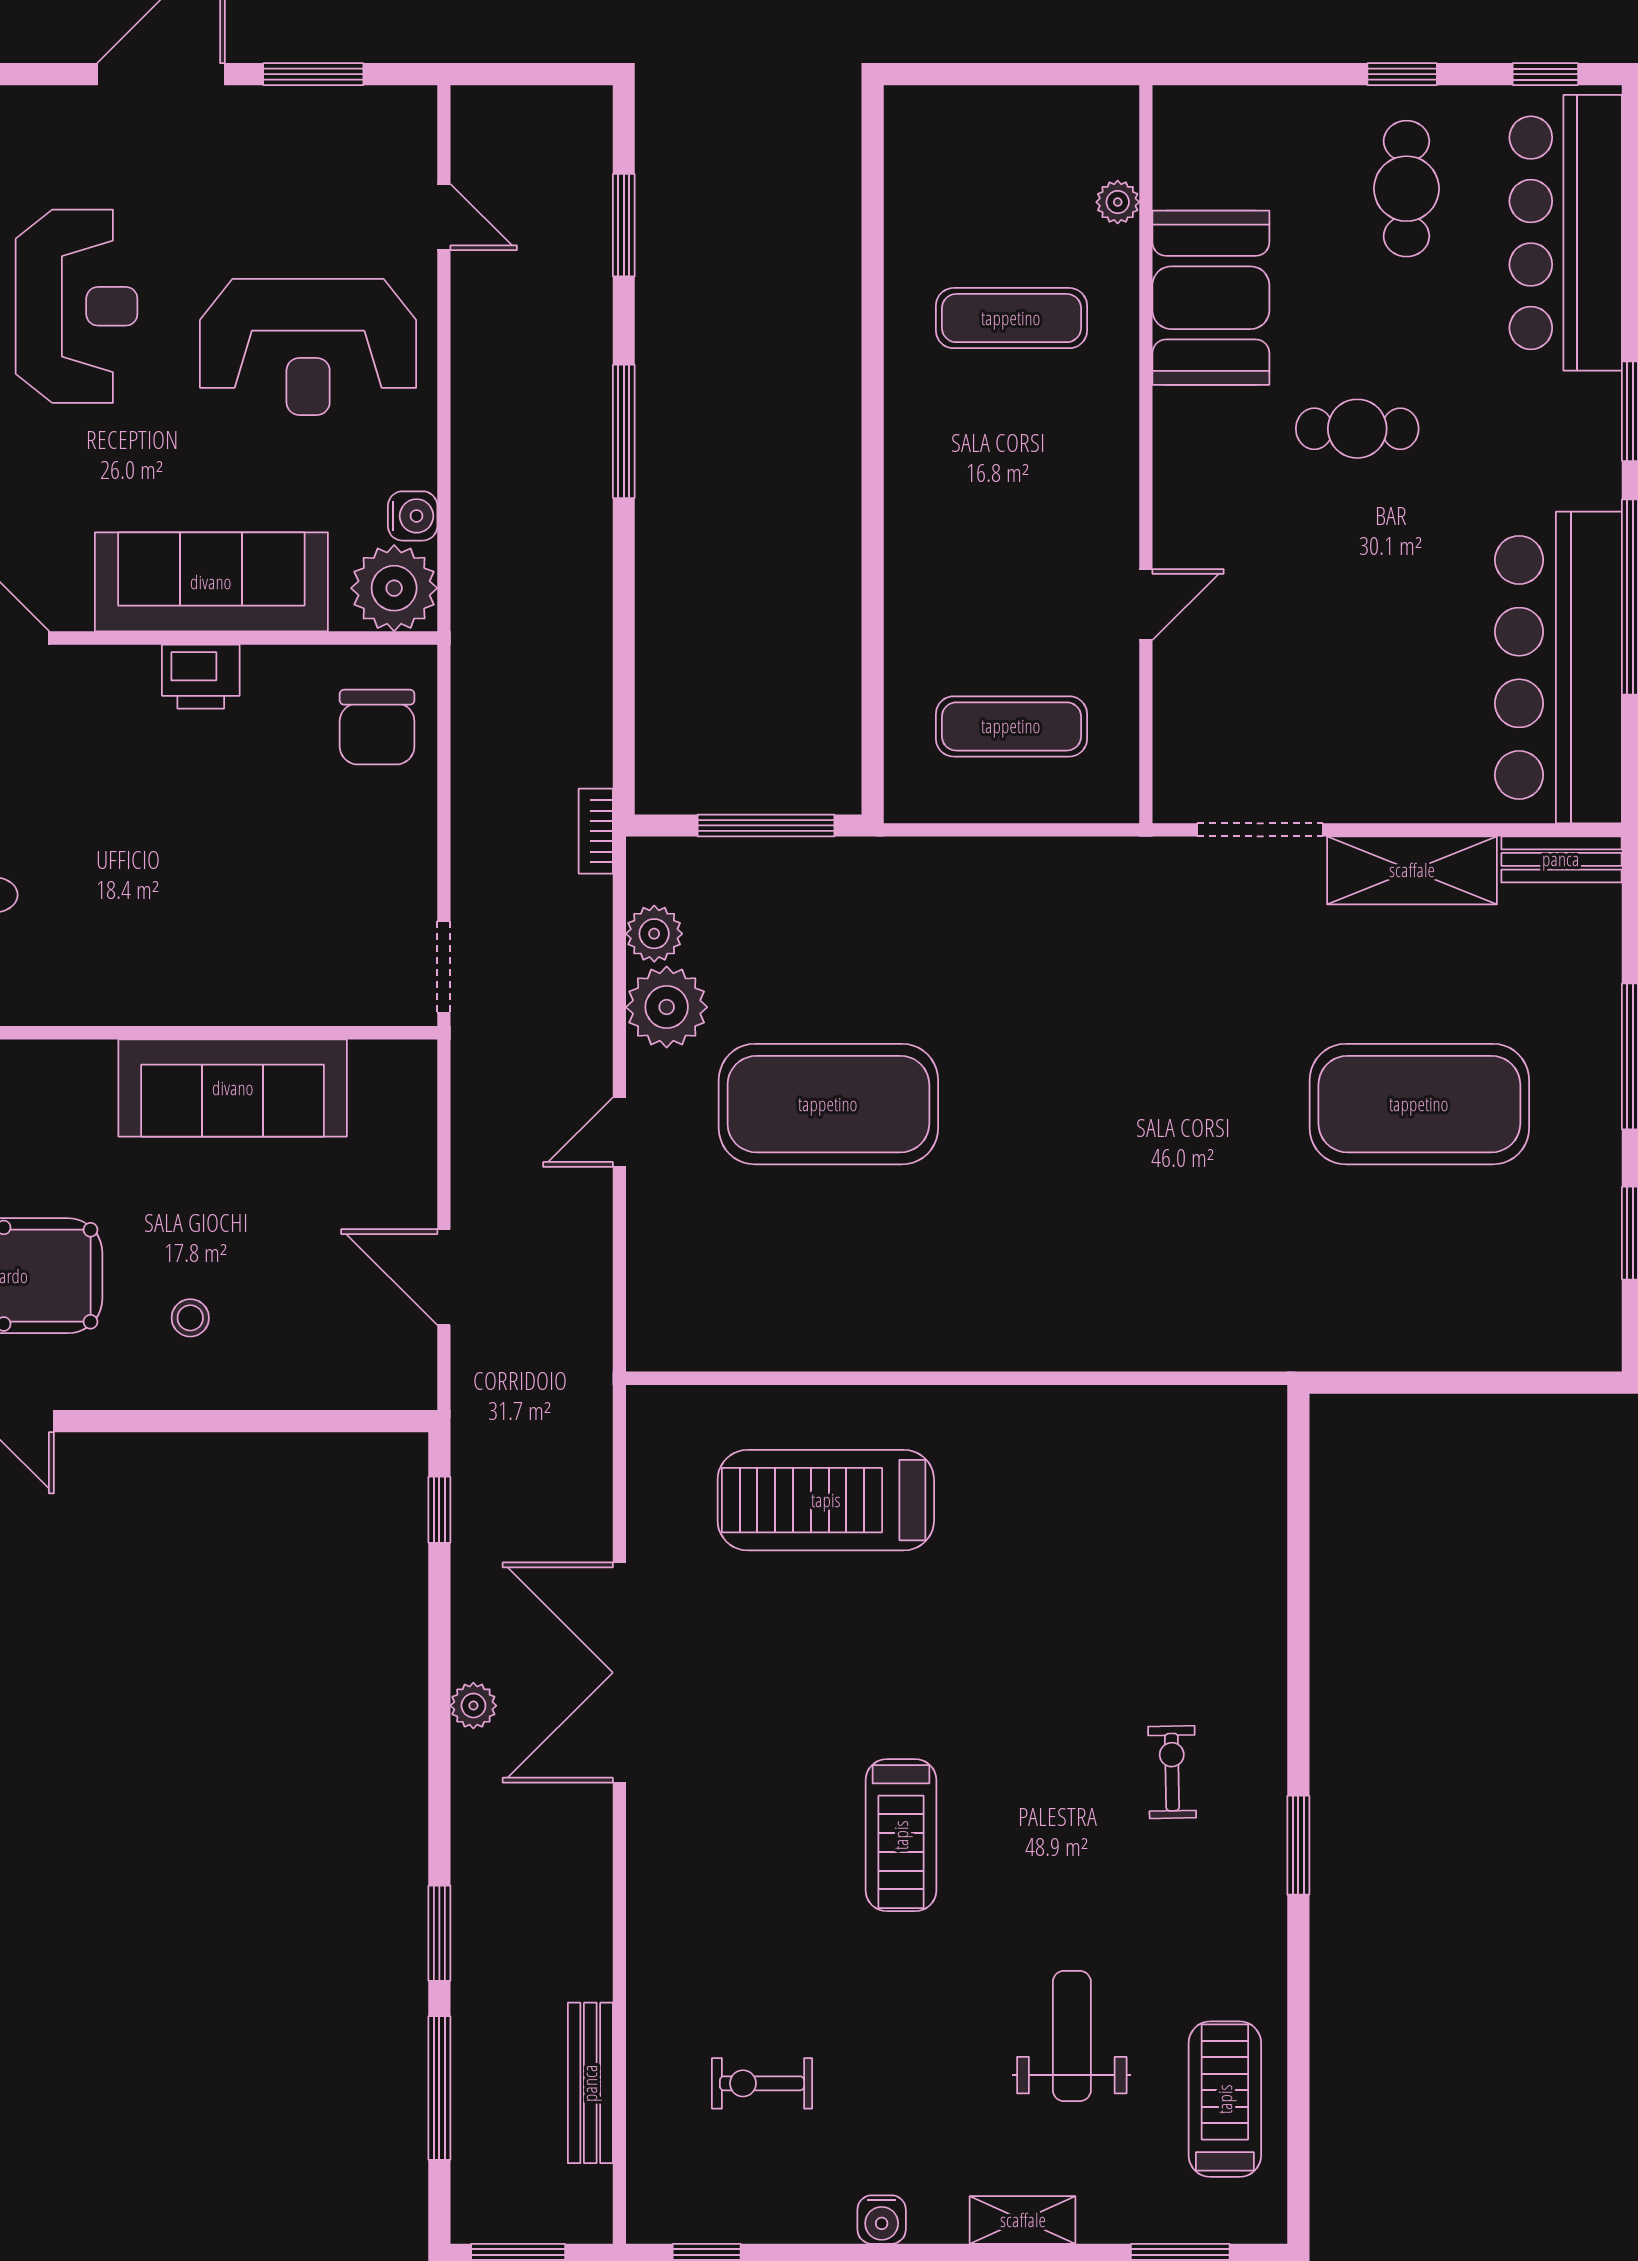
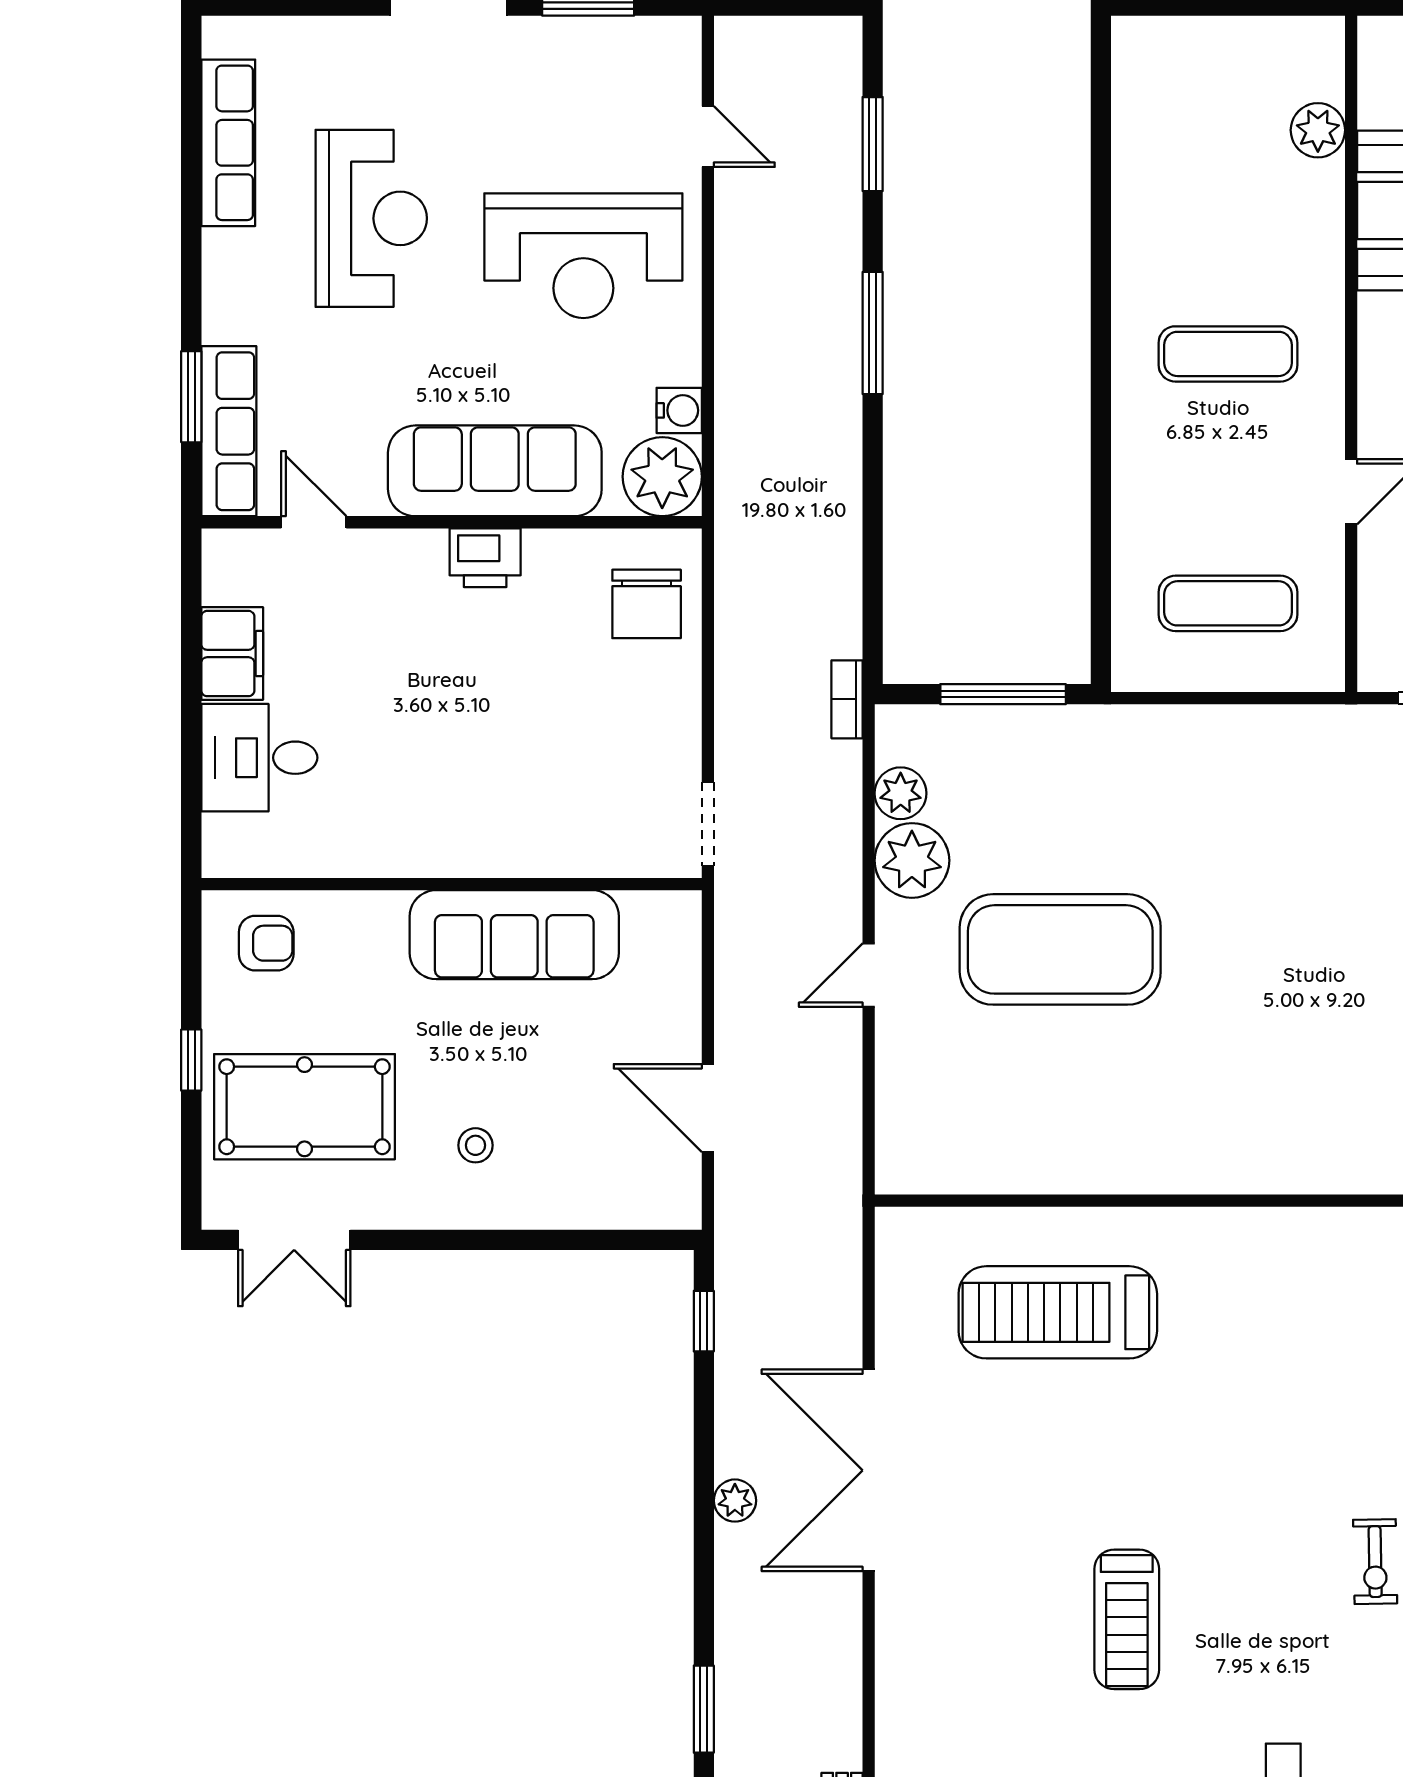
plant: (1118, 202) -> (1318, 130), width x1.38, depth x1.38
exercise mat: (1011, 318) -> (1228, 354), moved
exercise bike: (1172, 1772) -> (1375, 1562), turned 180

